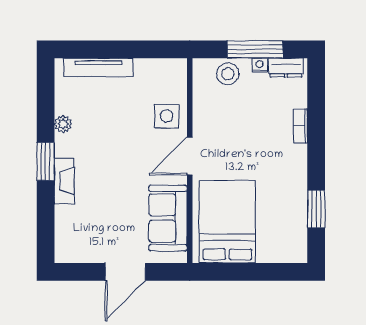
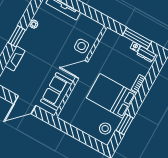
stool: (228, 74) -> (105, 129), moved
fireplace: (64, 181) -> (15, 58), moved
bed: (227, 222) -> (111, 96), moved, turned -90

